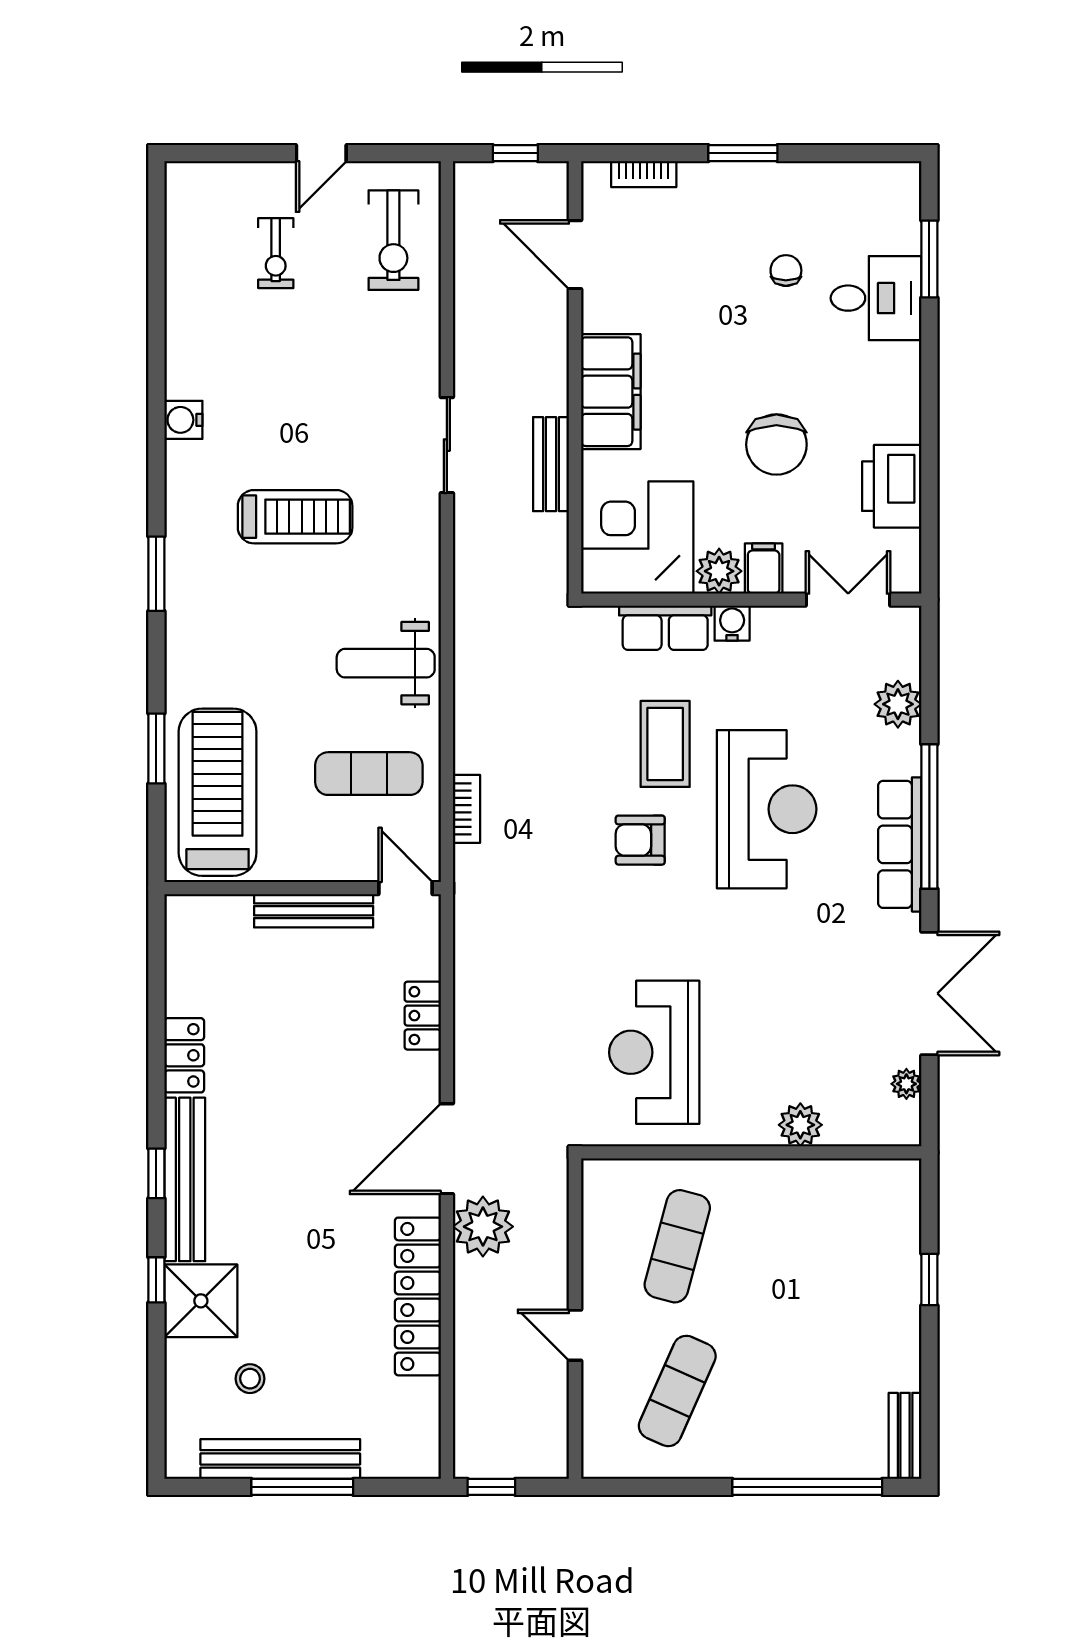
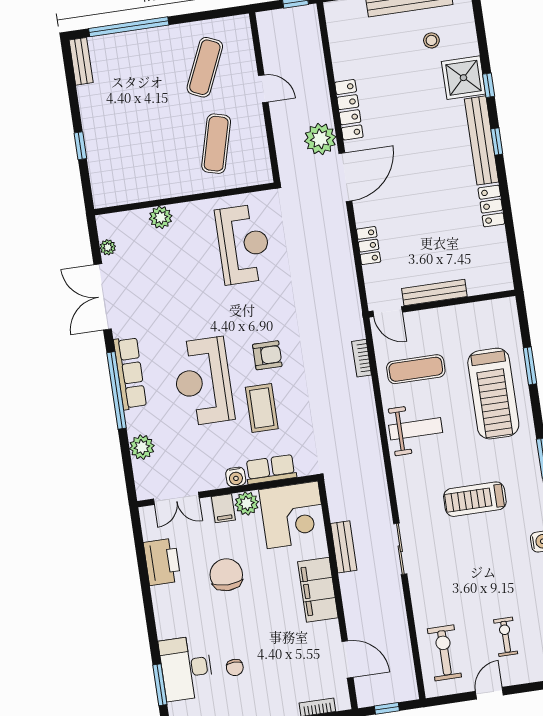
desk: (876, 298) -> (186, 668), width x1.37
treadmill: (218, 792) -> (493, 394), moved
locker: (418, 1296) -> (349, 110), width x0.71, depth x0.83

